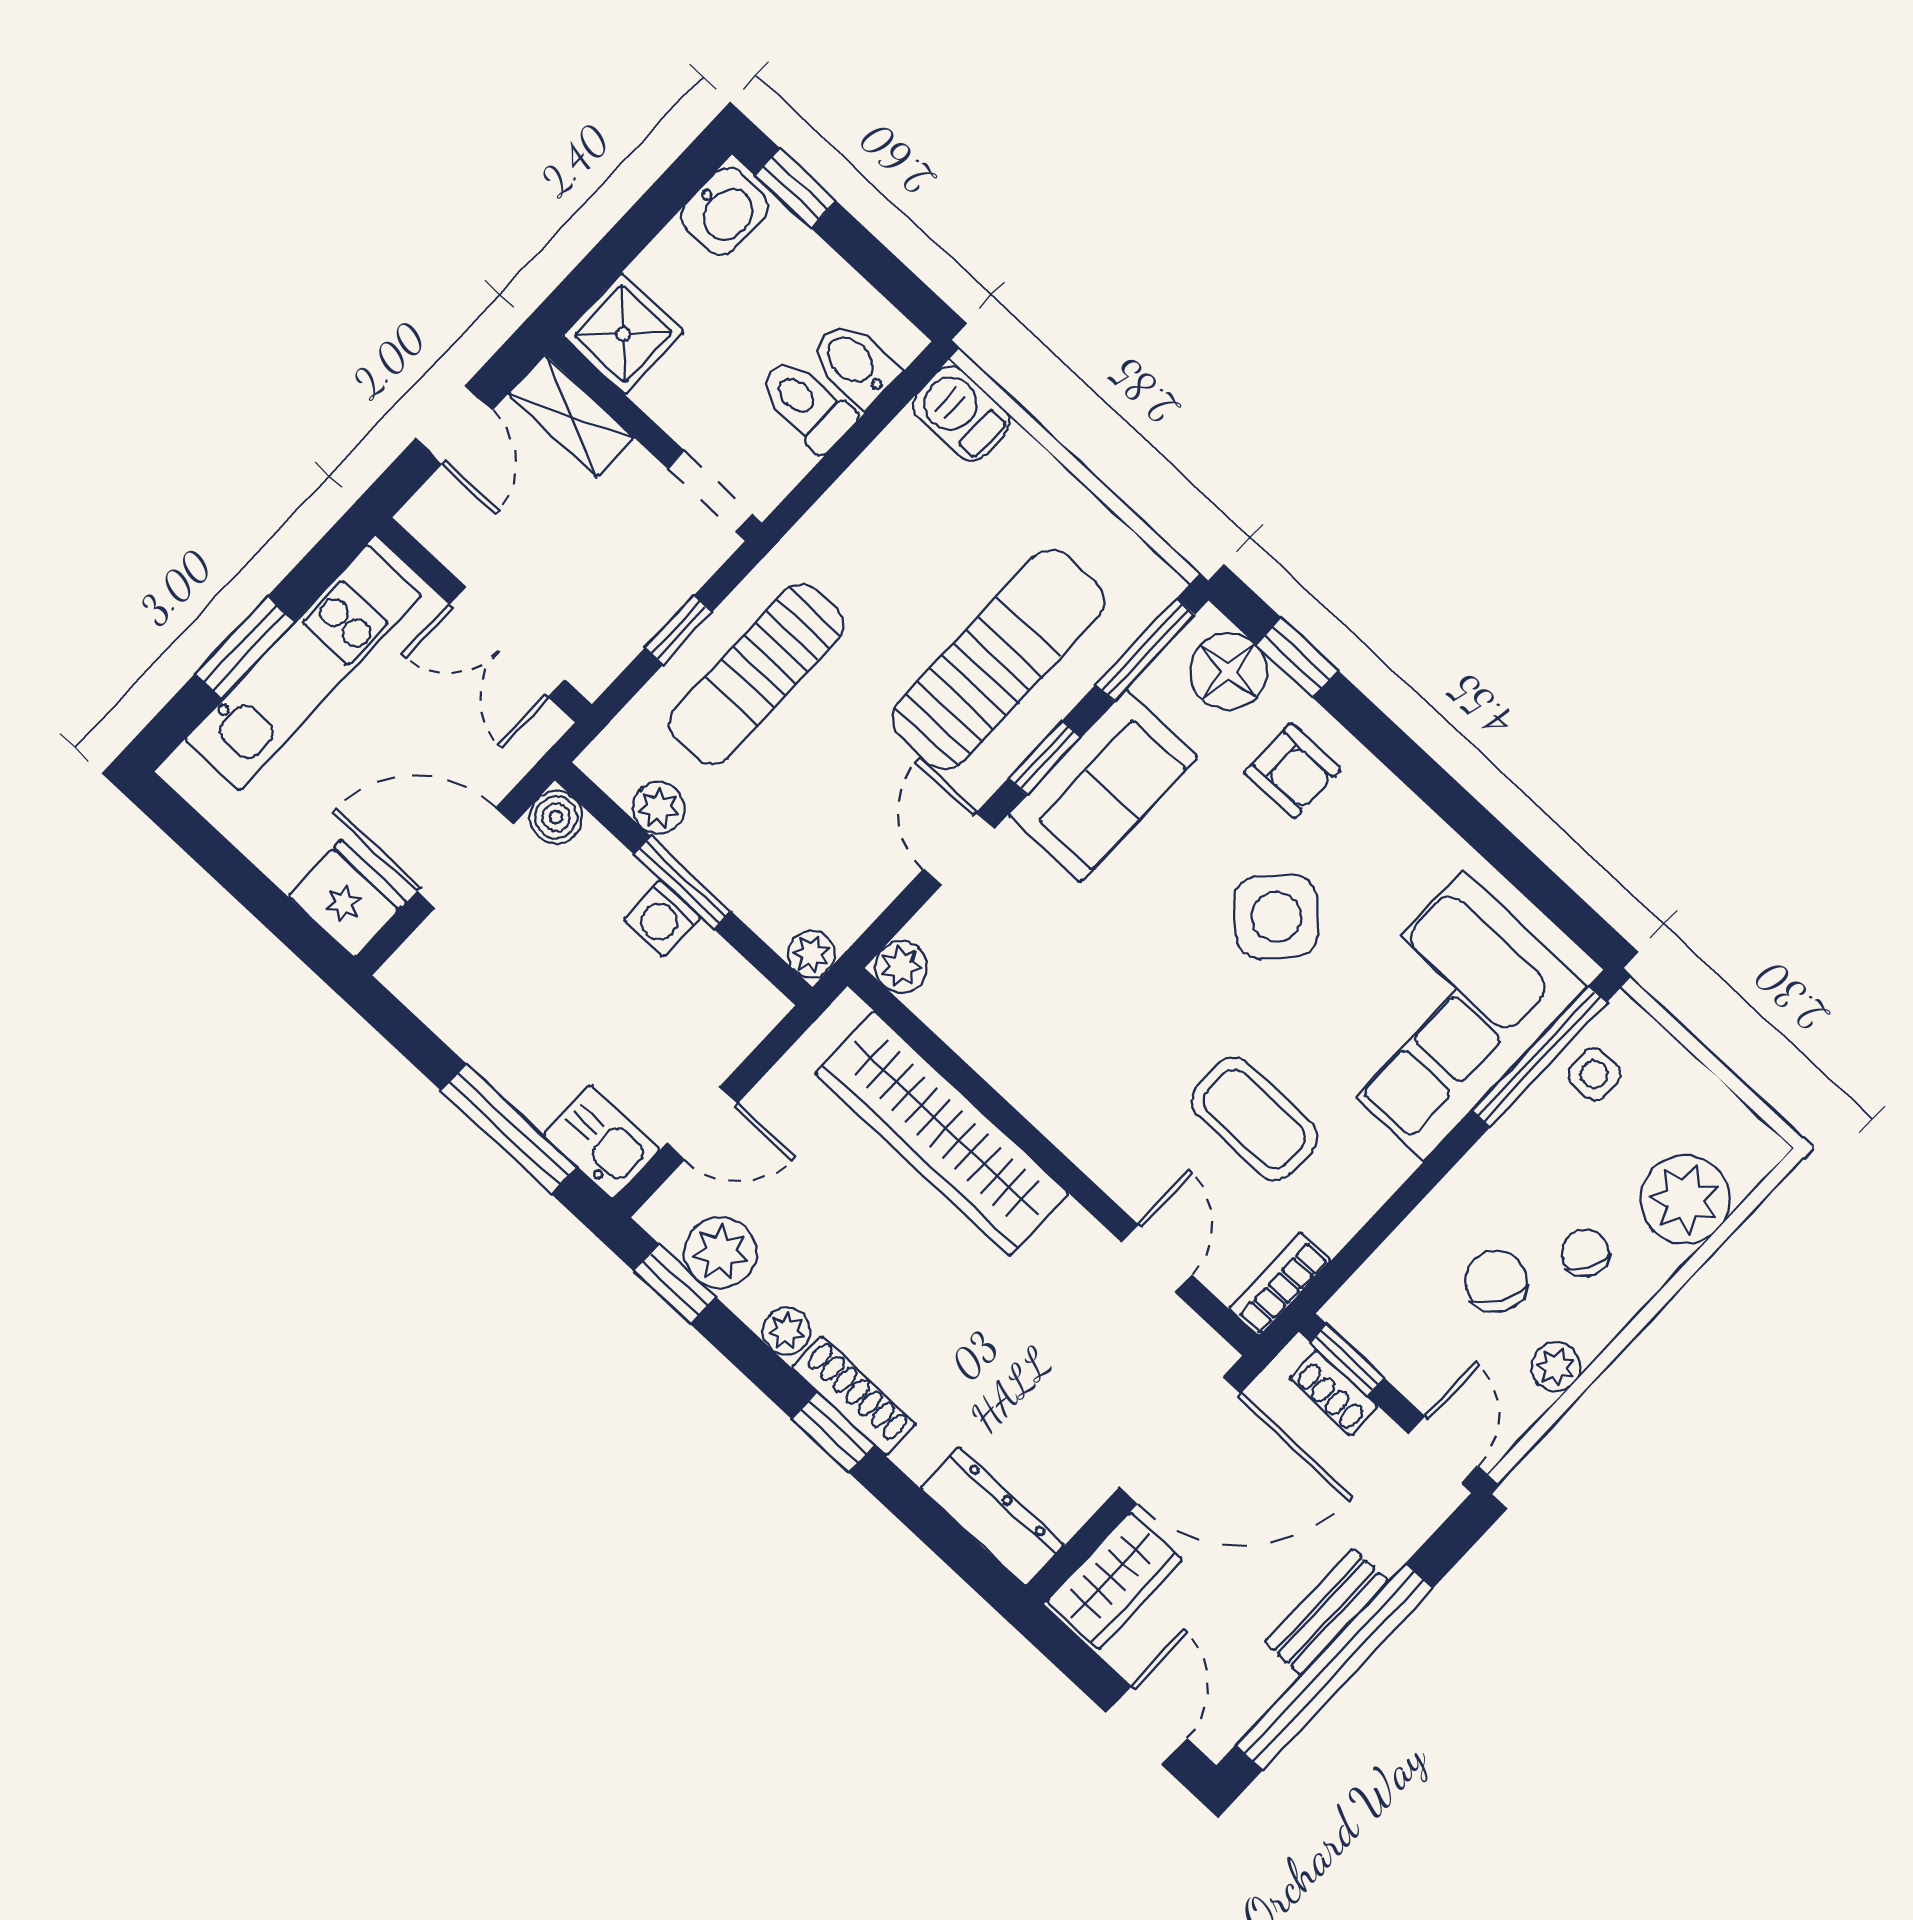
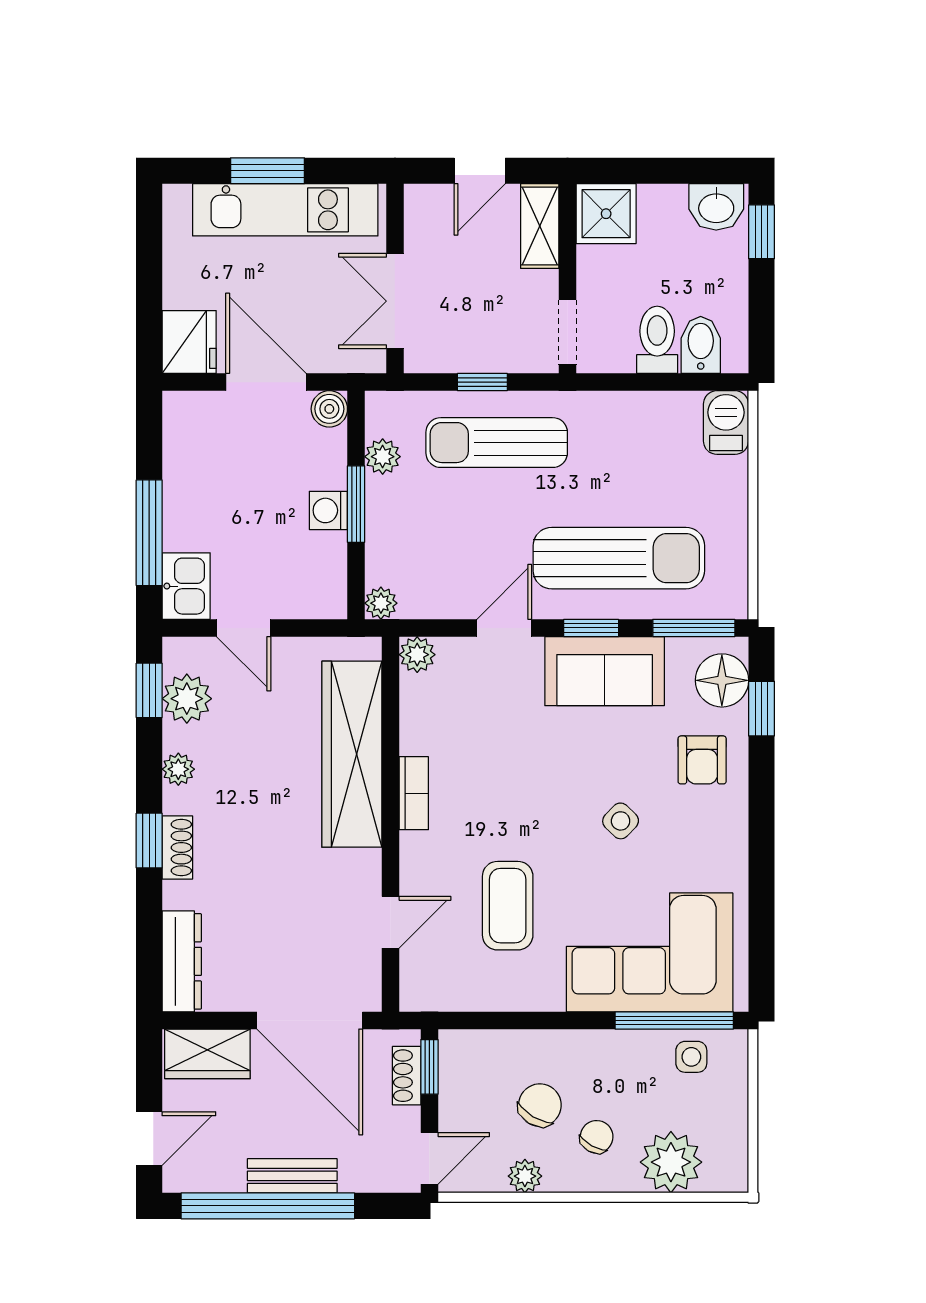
side table: (1276, 917) -> (621, 821), width x0.54, depth x0.54
bookcase: (1280, 1285) -> (414, 793), moved, turned 90
shoe rack: (854, 1396) -> (177, 848), width x0.70

